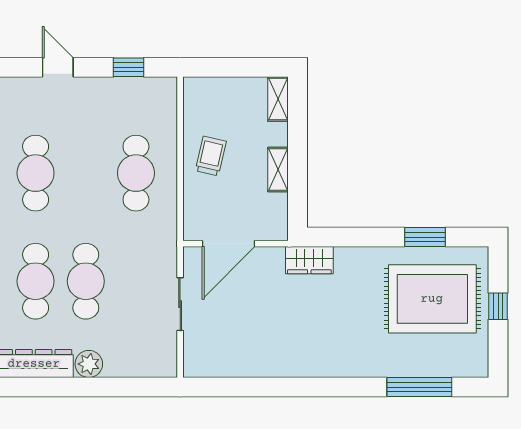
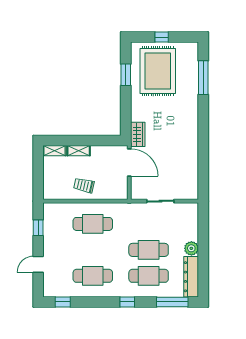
shelving: (278, 170) -> (79, 151), moved
door: (228, 244) -> (129, 162), moved

